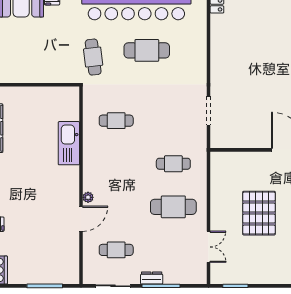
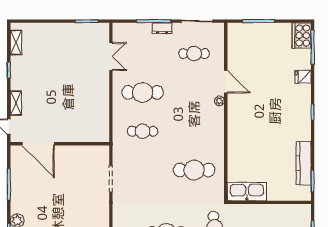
cafe table: (116, 121) -> (194, 170), width x1.37, depth x1.35
kitchen sink: (69, 143) -> (247, 192), moved, turned -90
pallet: (259, 213) -> (65, 87), removed
door: (81, 219) -> (226, 82), swing flipped
double door: (209, 247) -> (111, 56), swing flipped

